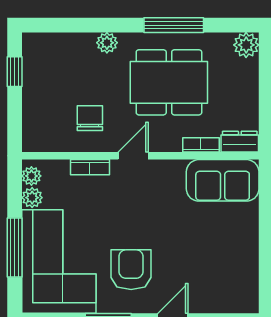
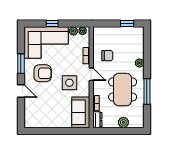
plant: (246, 45) -> (123, 122), moved
side table: (153, 207) -> (69, 83), added
window: (15, 247) -> (52, 24), width x0.46

